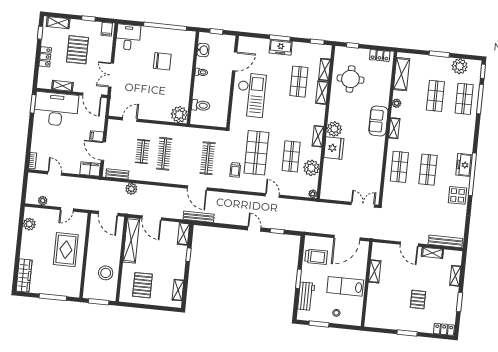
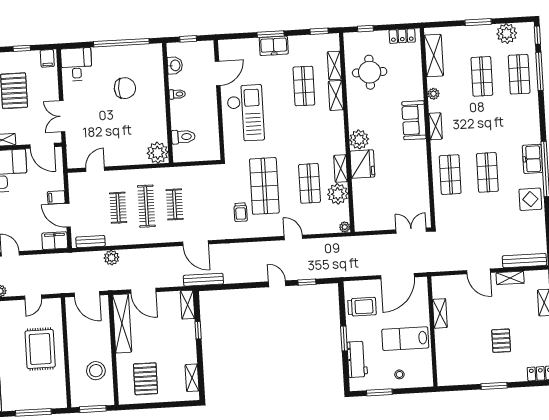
shelving: (318, 136) -> (341, 169), moved
clothes rail: (208, 158) -> (175, 204), moved, width x0.73

